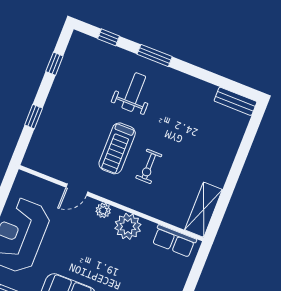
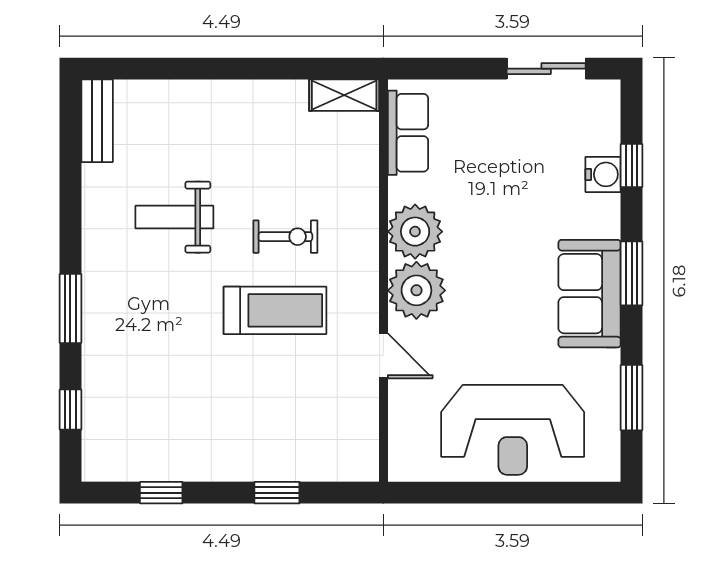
weight bench: (134, 92) -> (174, 217), moved
plant: (103, 210) -> (416, 290), width x1.88, depth x1.88
shelving: (204, 210) -> (344, 95), width x0.67, depth x0.75

